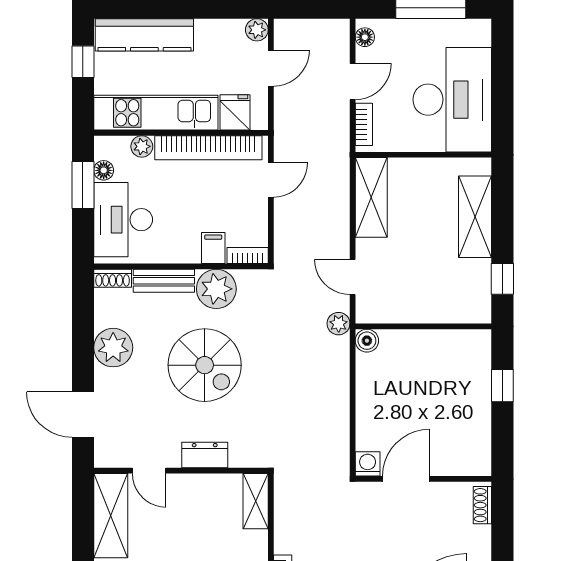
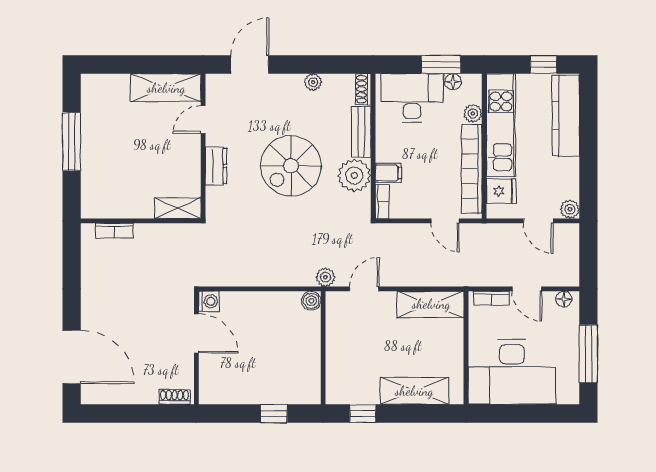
plant: (113, 348) -> (313, 82), width x0.53, depth x0.53

